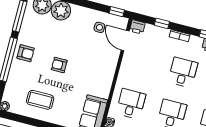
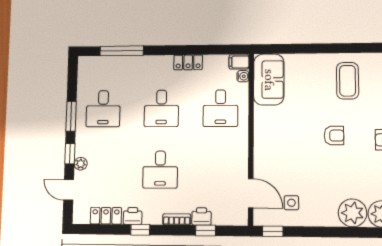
printer: (137, 27) -> (201, 216), moved
coffee table: (40, 100) -> (348, 81), turned 90

